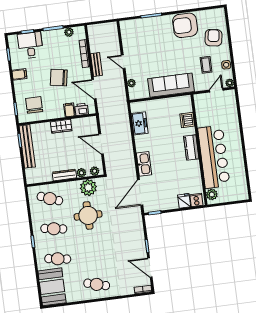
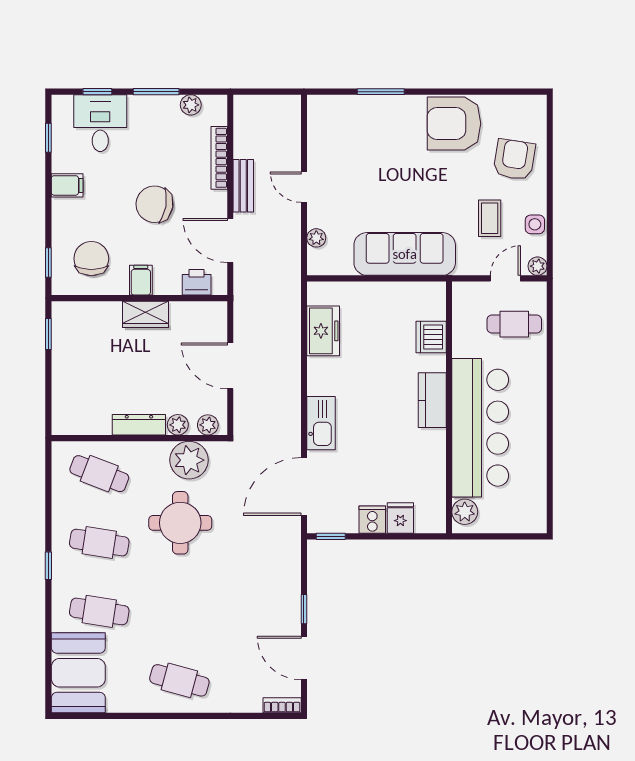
filing cabinet: (69, 110) -> (141, 280), moved
cafe table: (223, 110) -> (514, 324), added
bench: (27, 146) -> (63, 350), removed
cooker: (196, 200) -> (372, 520), moved

